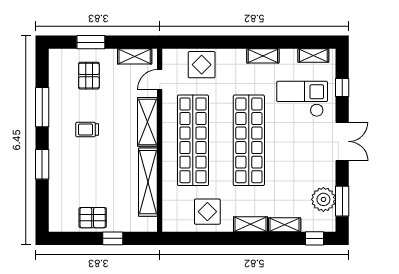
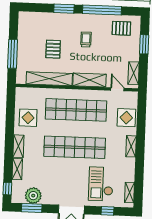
shelving: (263, 56) -> (131, 146), moved
pallet: (89, 76) -> (121, 28), moved
checkout: (302, 99) -> (101, 184), turned 180
window: (42, 107) -> (102, 10), width x1.46
pallet: (93, 218) -> (53, 49), moved
window: (113, 238) -> (13, 54), width x2.17

